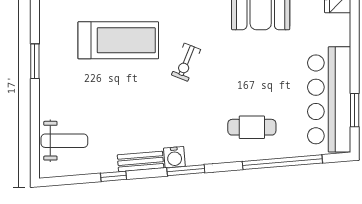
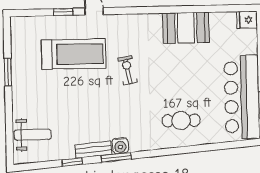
exercise bike: (186, 62) -> (128, 70), turned 147
window: (282, 162) -> (206, 148), removed
window: (186, 170) -> (116, 157), moved

